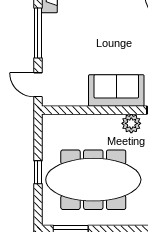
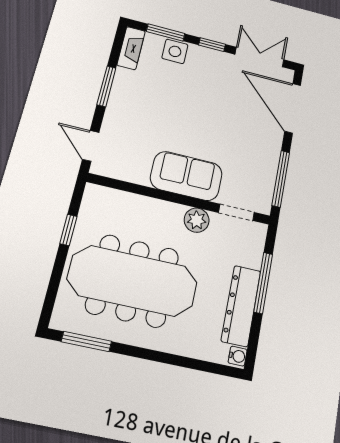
window: (38, 33) -> (106, 86), width x0.69
window: (38, 172) -> (68, 230), moved

